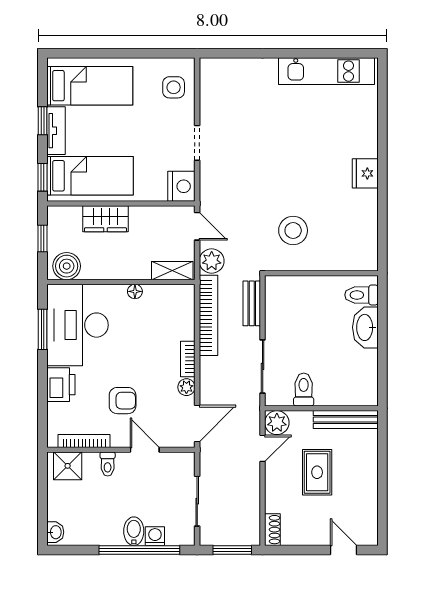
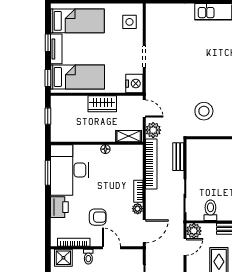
wardrobe: (106, 219) -> (102, 104), moved
boiler: (67, 266) -> (63, 133), removed

